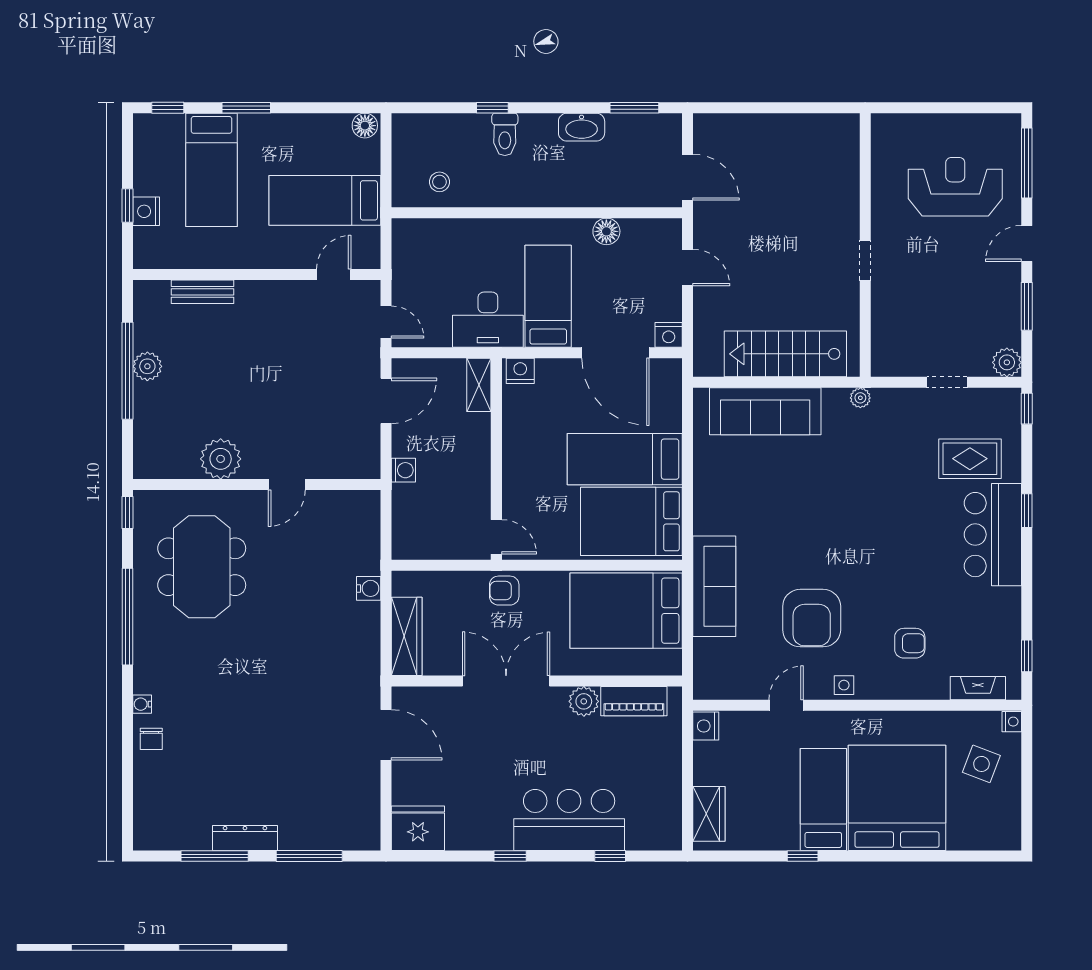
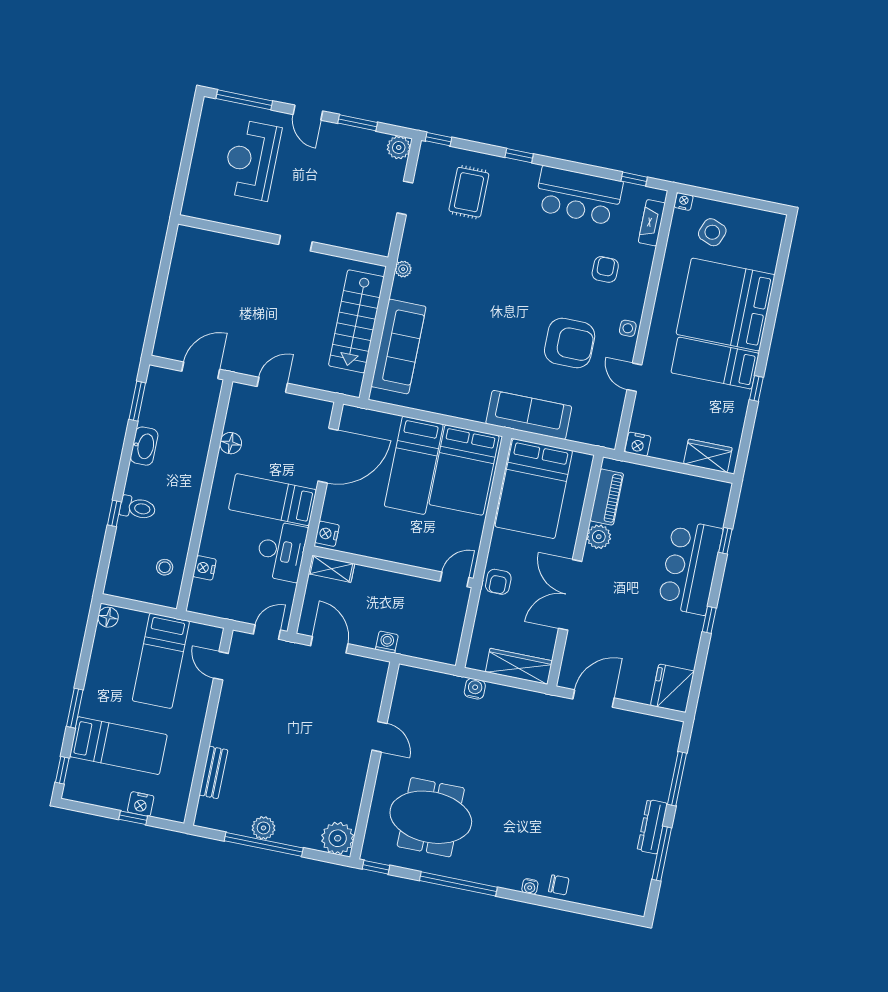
nightstand: (669, 335) -> (204, 568), moved, turned 180
plant: (221, 459) -> (338, 838), moved
bar counter: (993, 535) -> (579, 196), moved

